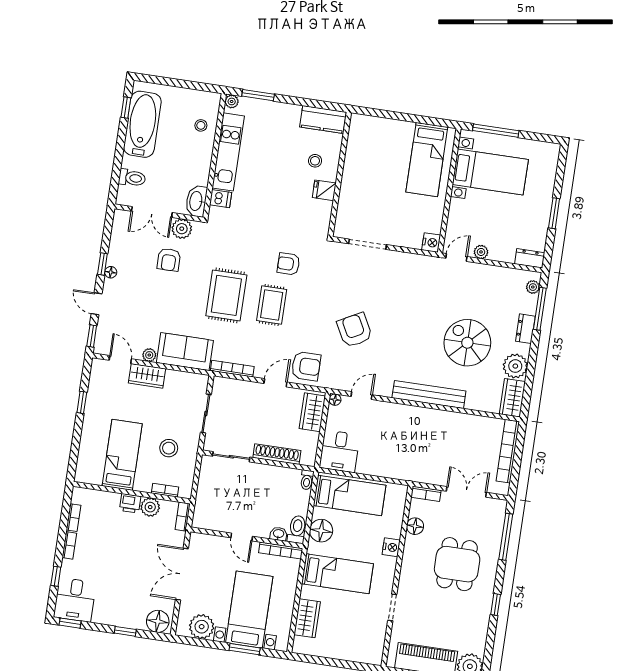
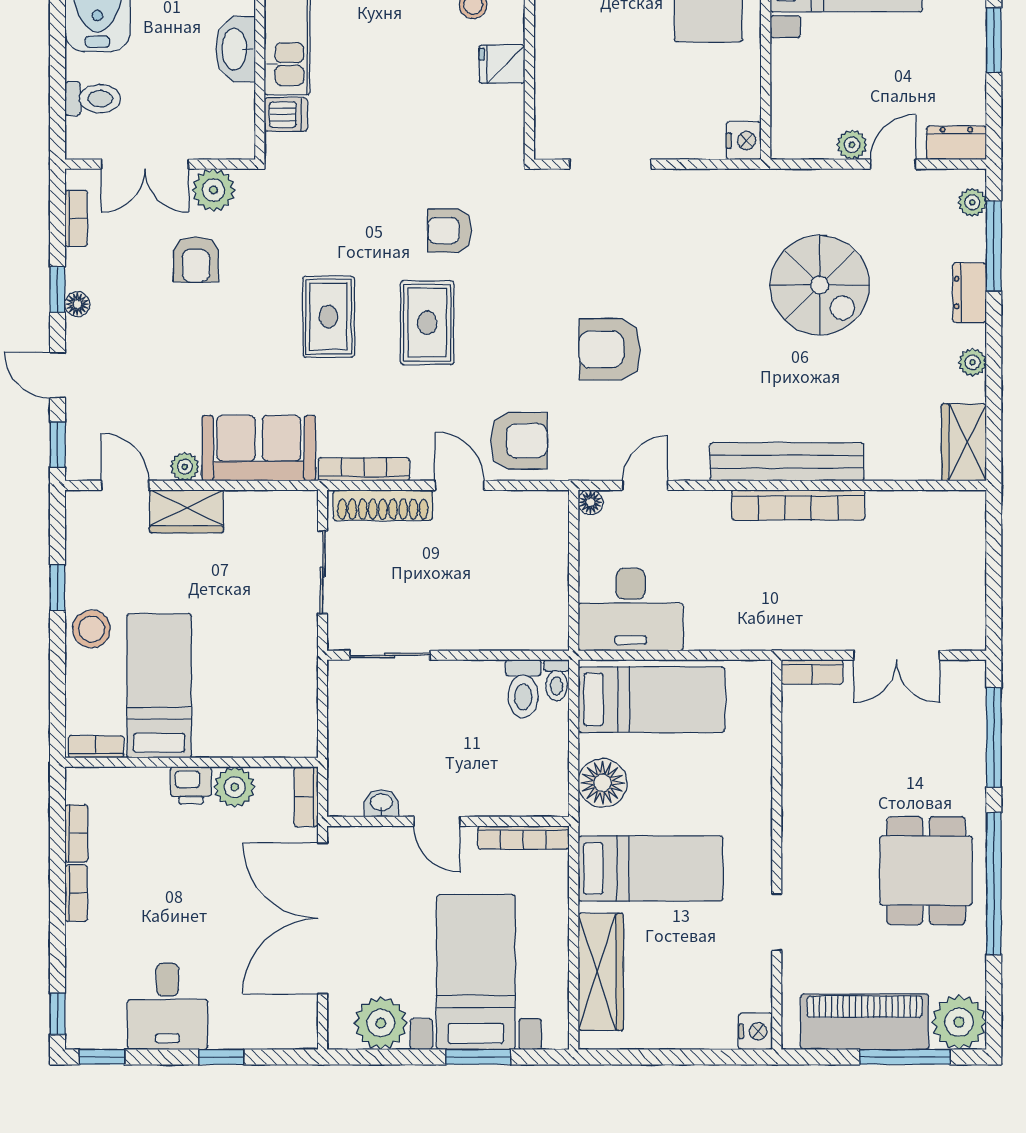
washbasin: (196, 201) -> (235, 49), moved
bookcase: (116, 232) -> (76, 218), added
door: (456, 257) -> (893, 164), moved
rug: (226, 295) -> (329, 317), width x0.73, depth x0.70
armchair: (355, 330) -> (610, 349), turned -62
spiral stairs: (467, 343) -> (820, 285), moved, turned 180
plant: (515, 366) -> (972, 362), width x0.53, depth x0.53
door: (275, 383) -> (460, 485), hinge flipped
wardrobe: (312, 412) -> (547, 536), removed
stool: (169, 448) -> (92, 629), moved
desk: (340, 451) -> (631, 610), width x1.37
bookcase: (508, 451) -> (798, 505), moved, turned -90
shoe rack: (277, 454) -> (383, 505), moved, turned 180
bookcase: (165, 490) -> (96, 747), moved
double door: (466, 492) -> (897, 655), swing flipped
floor lamp: (415, 526) -> (799, 744), removed
toilet: (297, 529) -> (523, 689), moved, turned 180
washbasin: (279, 534) -> (381, 803), moved
nightstand: (391, 547) -> (755, 1031), moved
dining table: (457, 564) -> (926, 871), moved
double door: (182, 574) -> (323, 918), width x1.36
window: (56, 576) -> (57, 1014), moved
desk: (75, 600) -> (168, 1006), moved
window: (496, 604) -> (994, 884), width x3.17
wardrobe: (307, 618) -> (601, 972), width x1.50
floor lamp: (158, 621) -> (286, 1026), removed

